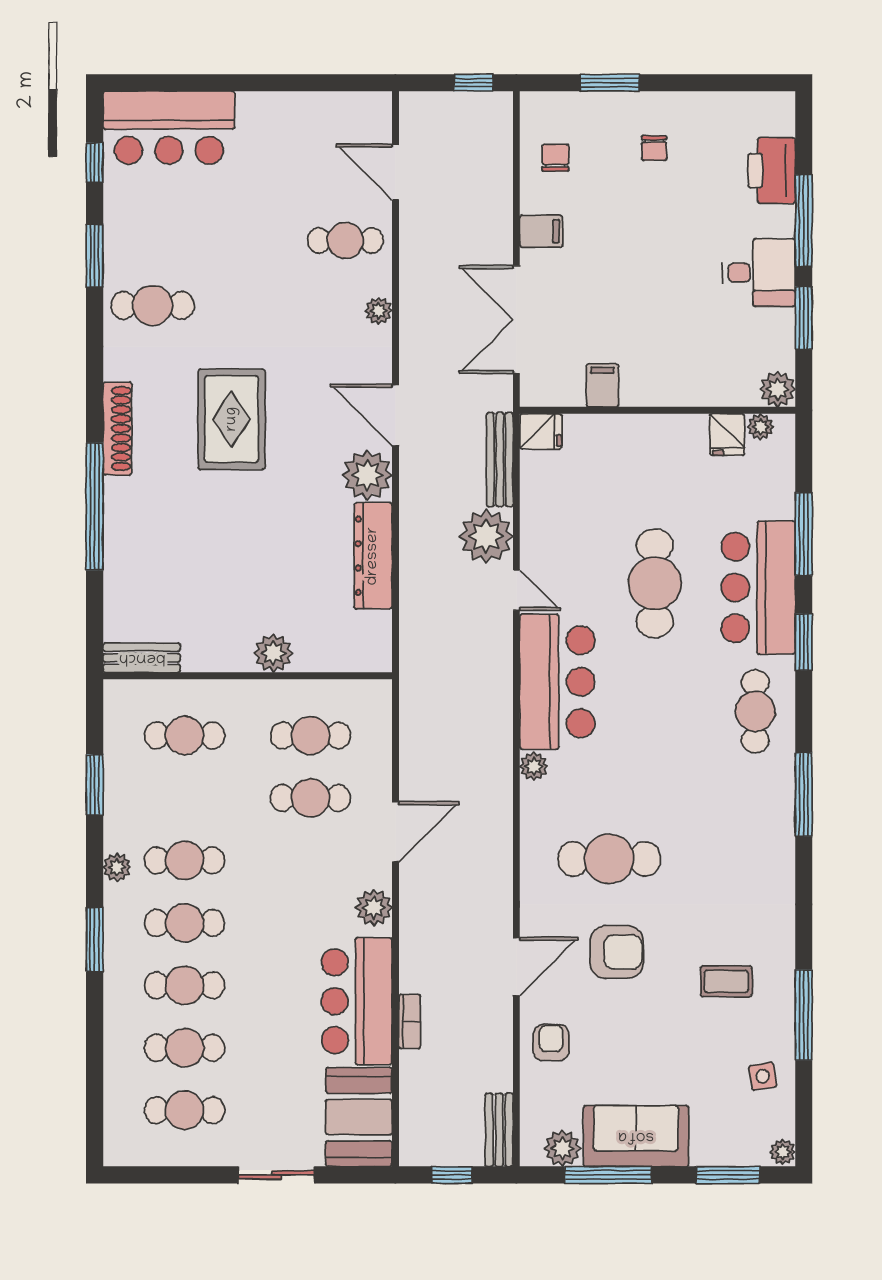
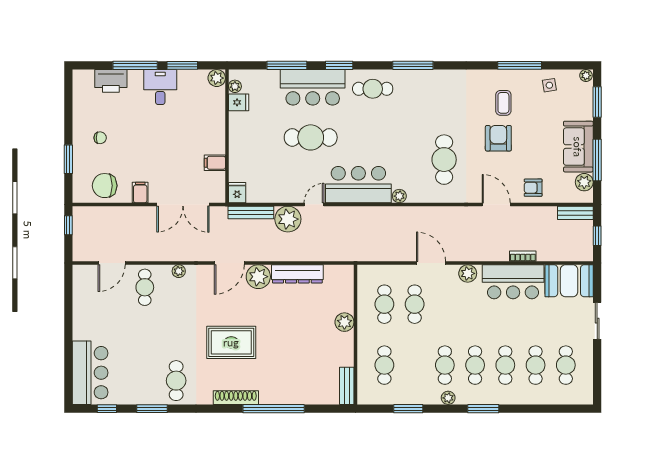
chair: (555, 158) -> (105, 186), width x1.87, depth x1.87
armchair: (617, 952) -> (498, 138), moved

